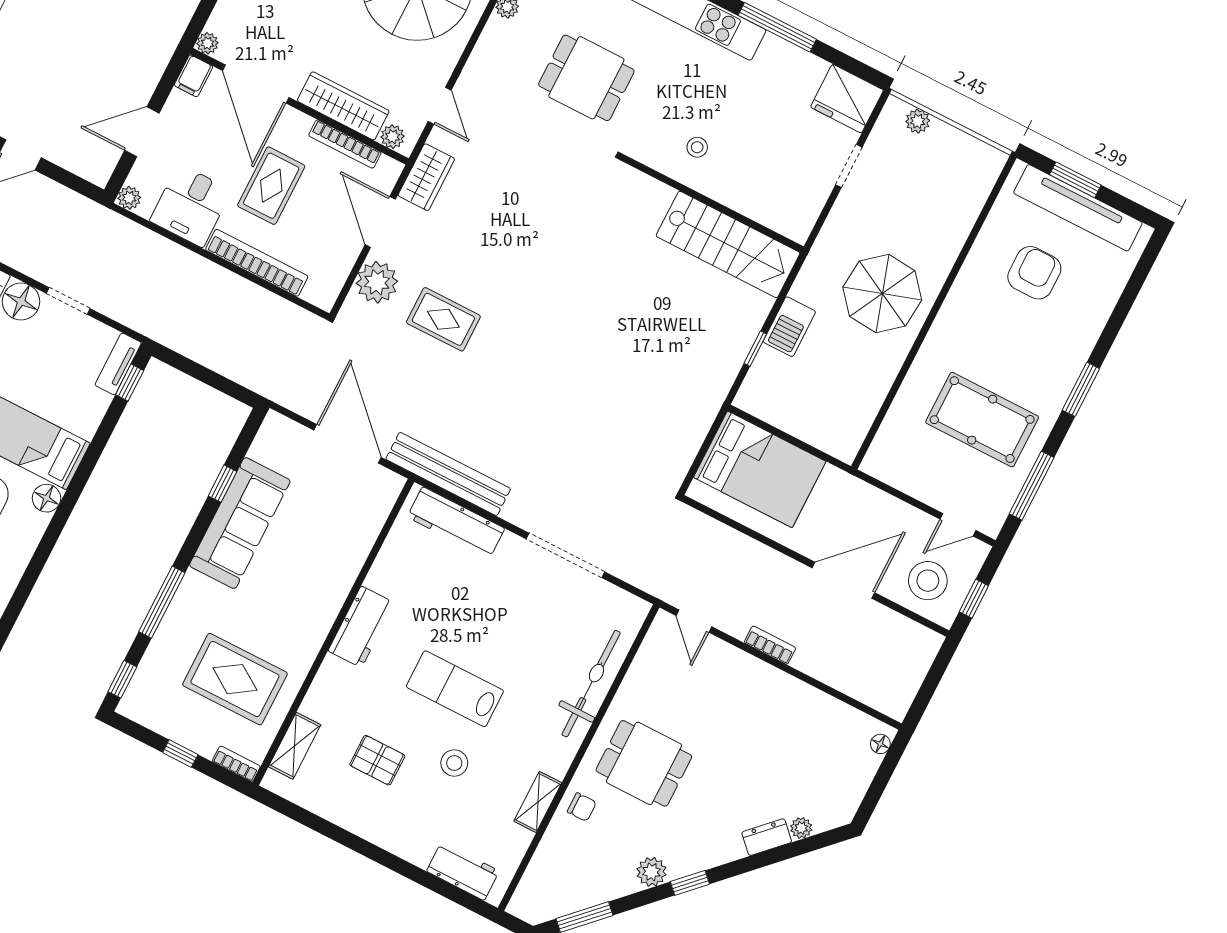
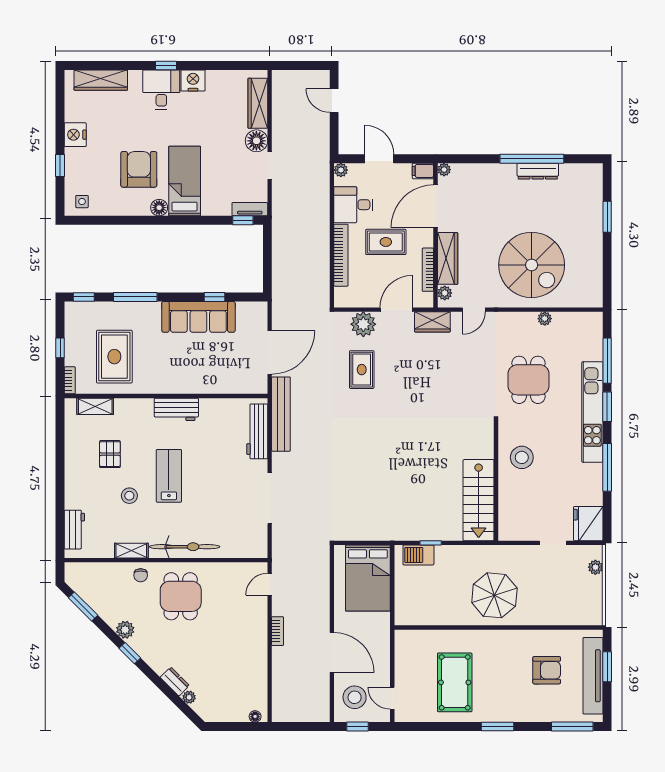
stool: (697, 147) -> (522, 457), width x1.89, depth x1.89
barbecue: (789, 327) -> (418, 555), moved
window: (1032, 486) -> (572, 727), moved
bicycle: (591, 684) -> (185, 547), moved

